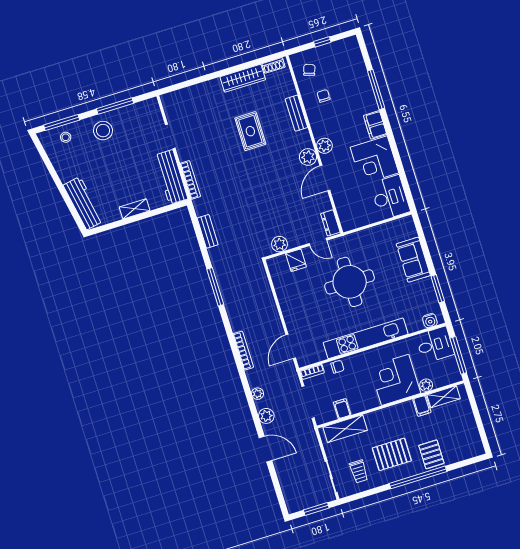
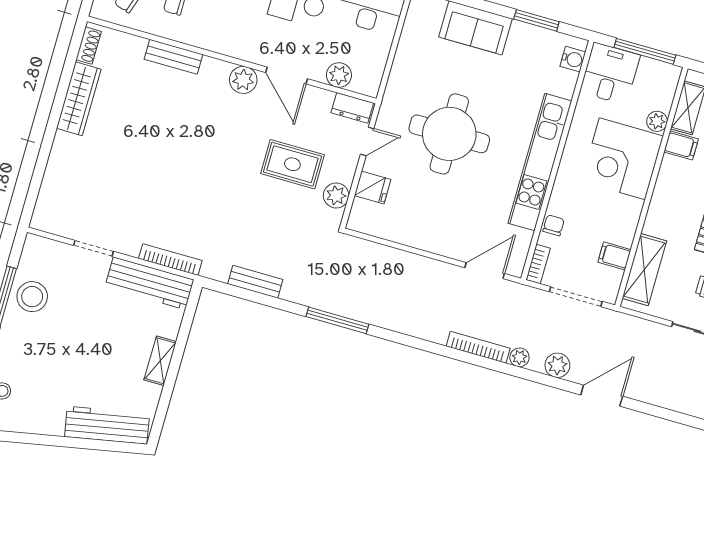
stool: (103, 131) -> (32, 297), moved
rug: (250, 131) -> (292, 164), moved
plant: (324, 146) -> (339, 75), moved
door: (291, 346) -> (485, 271), swing flipped
bookcase: (243, 351) -> (478, 347), moved

